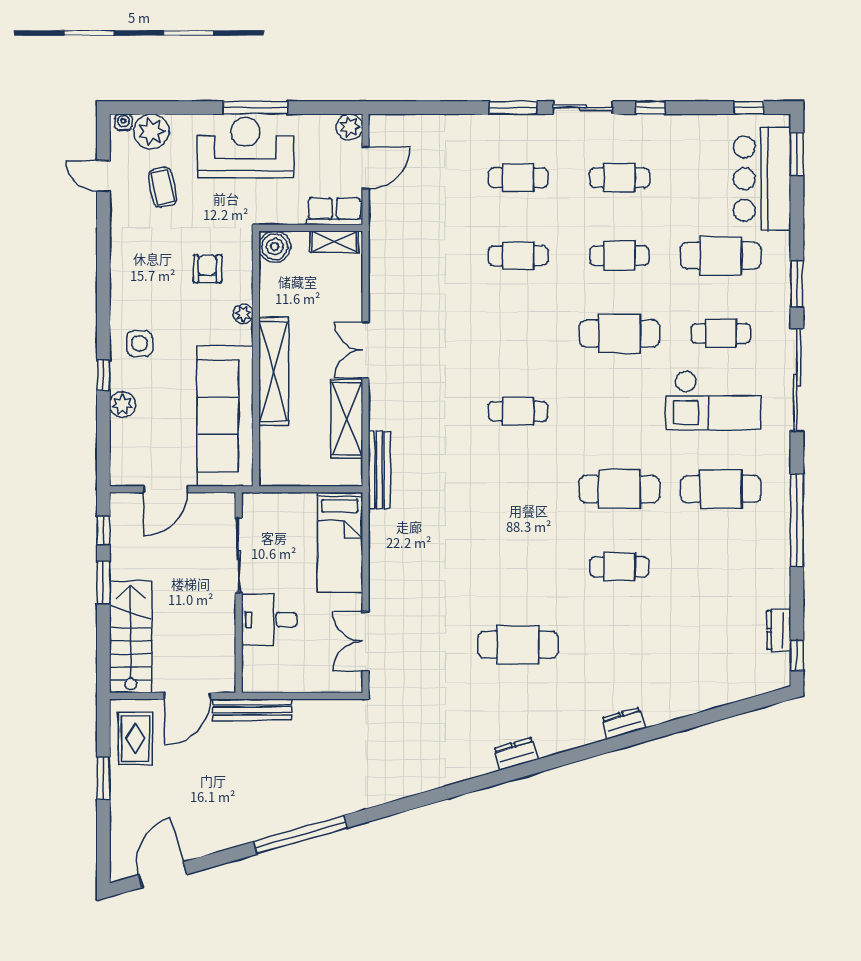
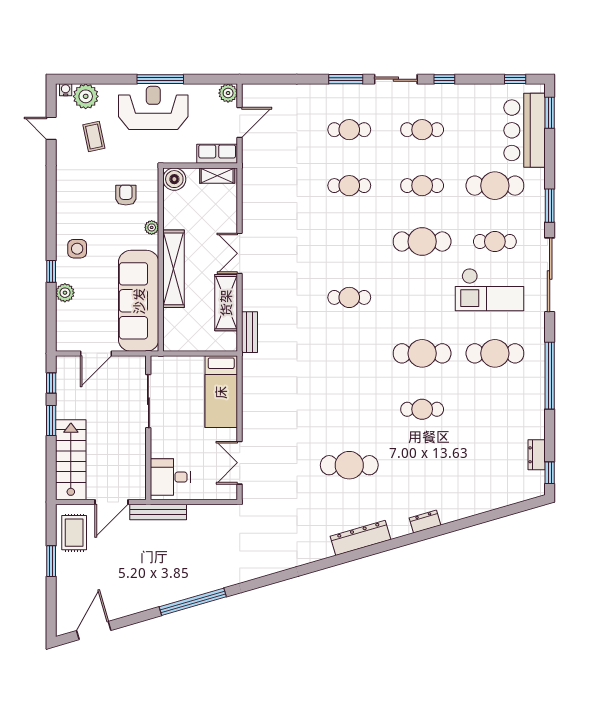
bench: (379, 470) -> (250, 332), width x0.73
desk: (269, 620) -> (170, 477), moved
dresser: (516, 754) -> (361, 538), width x1.96, depth x1.24

